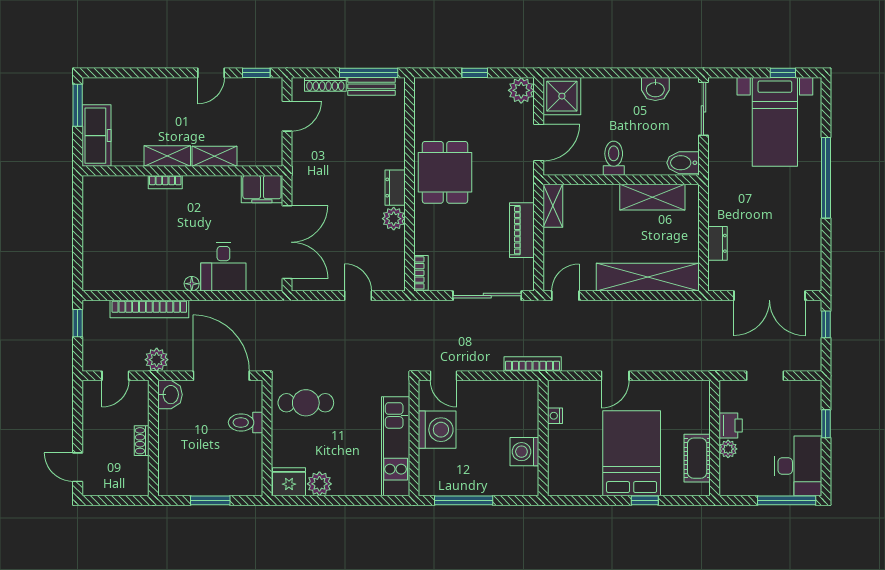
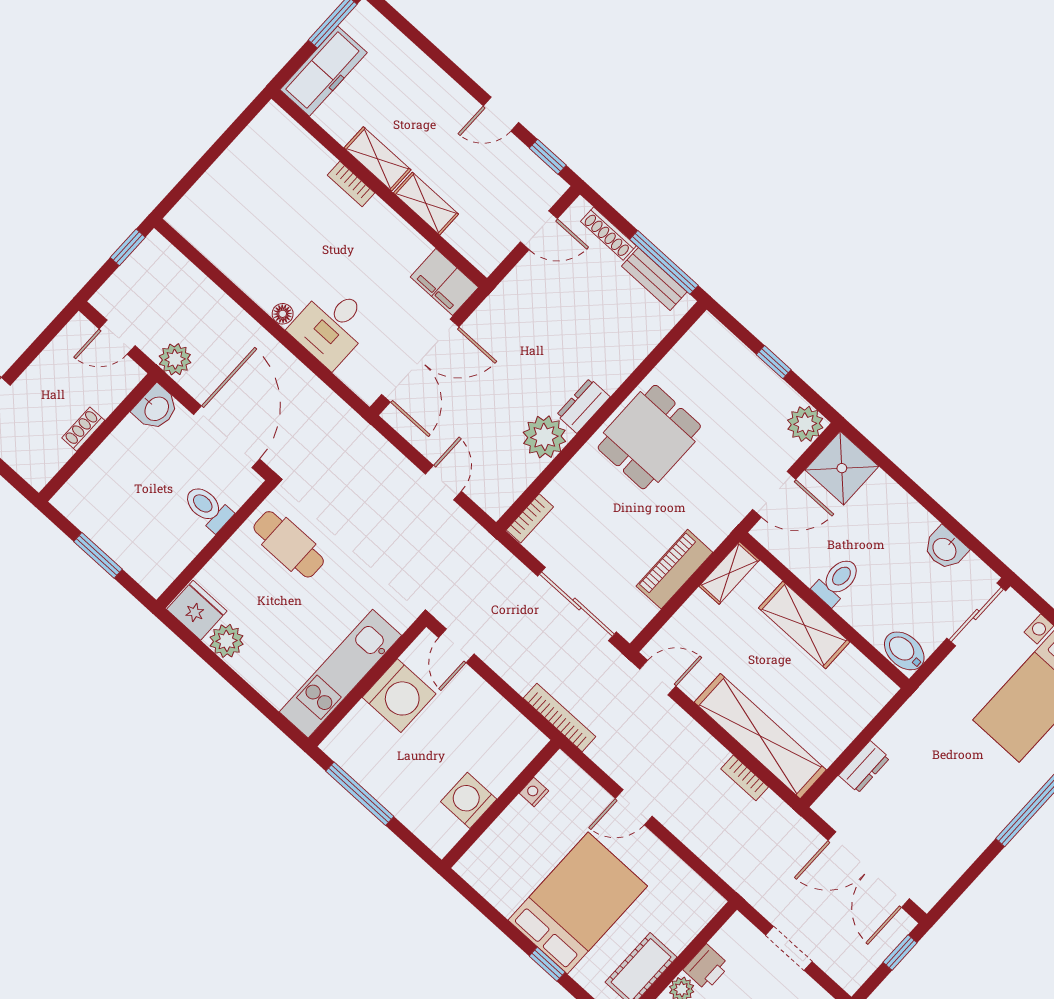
shelving: (652, 197) -> (804, 625), moved
plant: (394, 219) -> (544, 437), width x1.36, depth x1.36
bookcase: (149, 309) -> (745, 778), moved, width x0.43, depth x0.76

